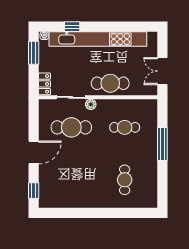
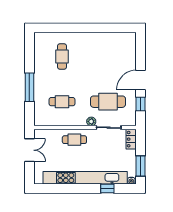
cafe table: (110, 83) -> (74, 140), width x0.73, depth x0.74
window: (34, 191) -> (141, 104), moved

